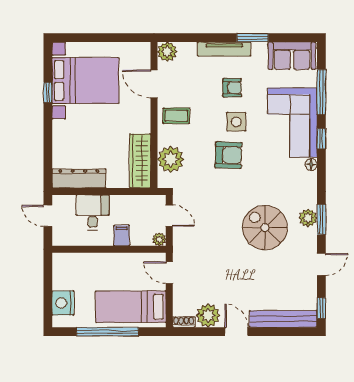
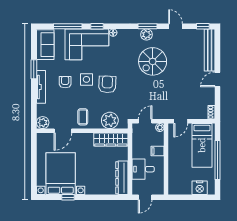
plant: (208, 315) -> (207, 97), removed

